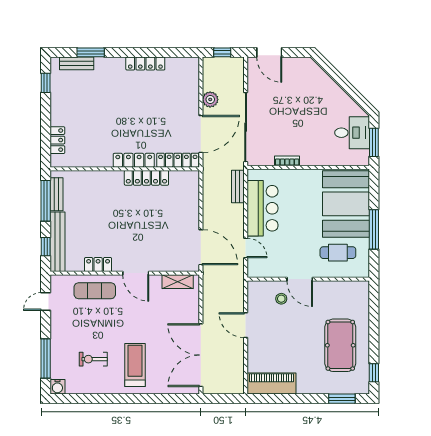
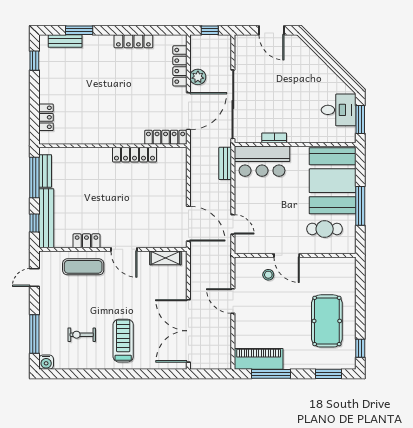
door: (269, 52) -> (271, 30), moved
locker: (134, 160) -> (180, 66), moved, turned -90
bar counter: (263, 208) -> (262, 161), moved, turned 90
window: (284, 399) -> (271, 374), added

